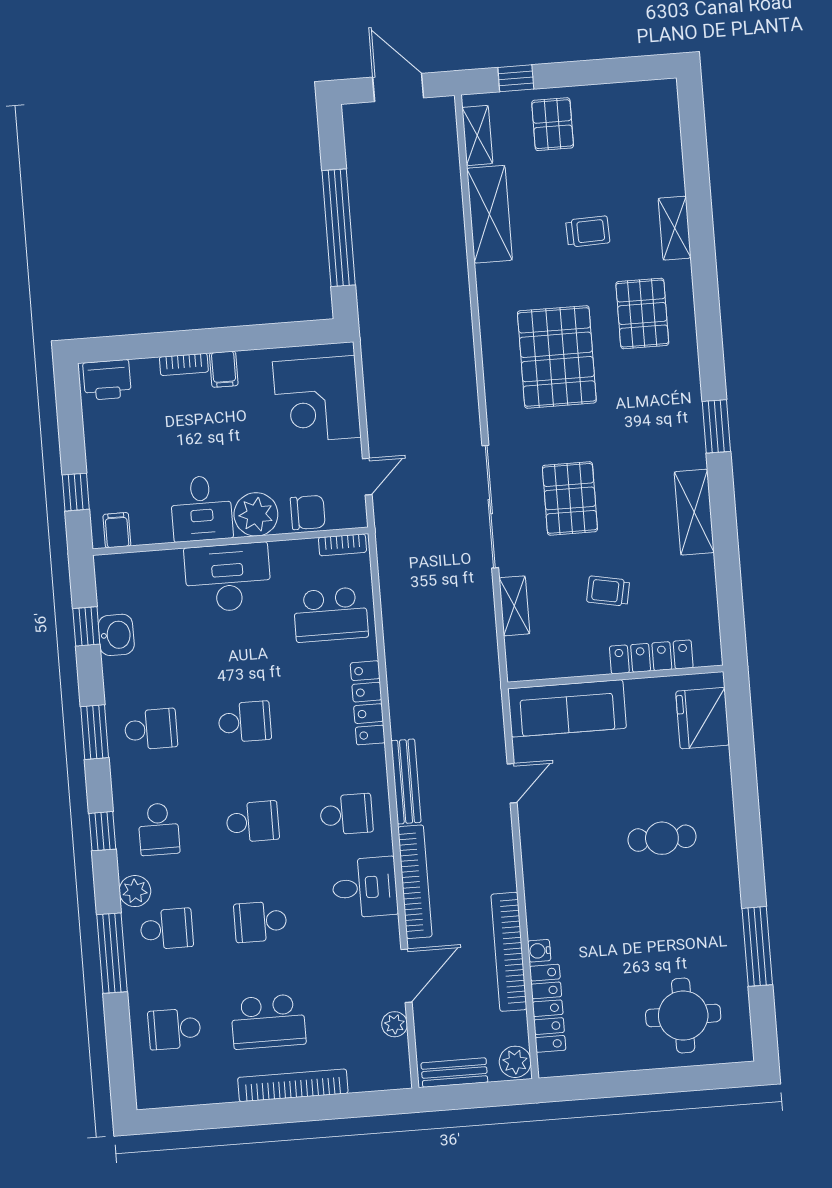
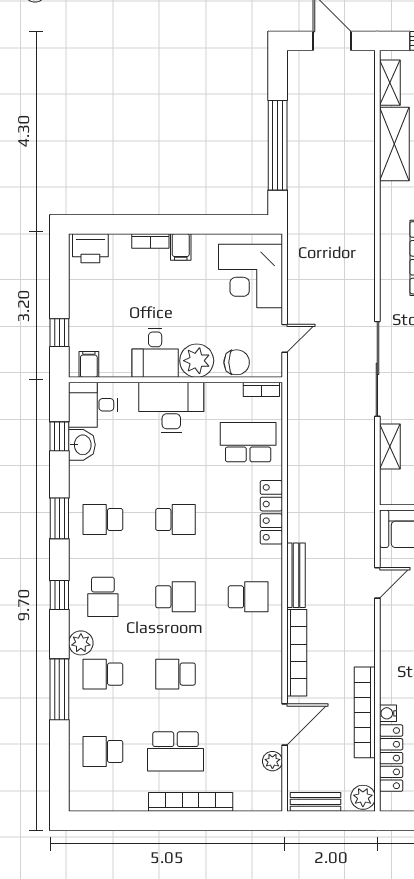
school desk: (331, 615) -> (248, 442), turned 180
school desk: (151, 729) -> (103, 519), turned 180
desk: (365, 887) -> (93, 405), moved, turned 180
school desk: (167, 929) -> (103, 674), turned 180

